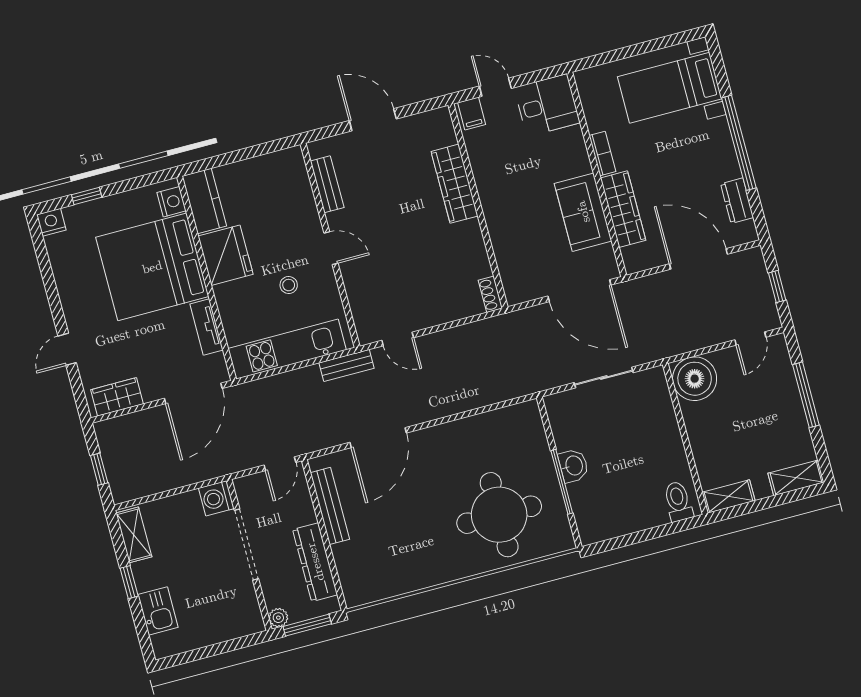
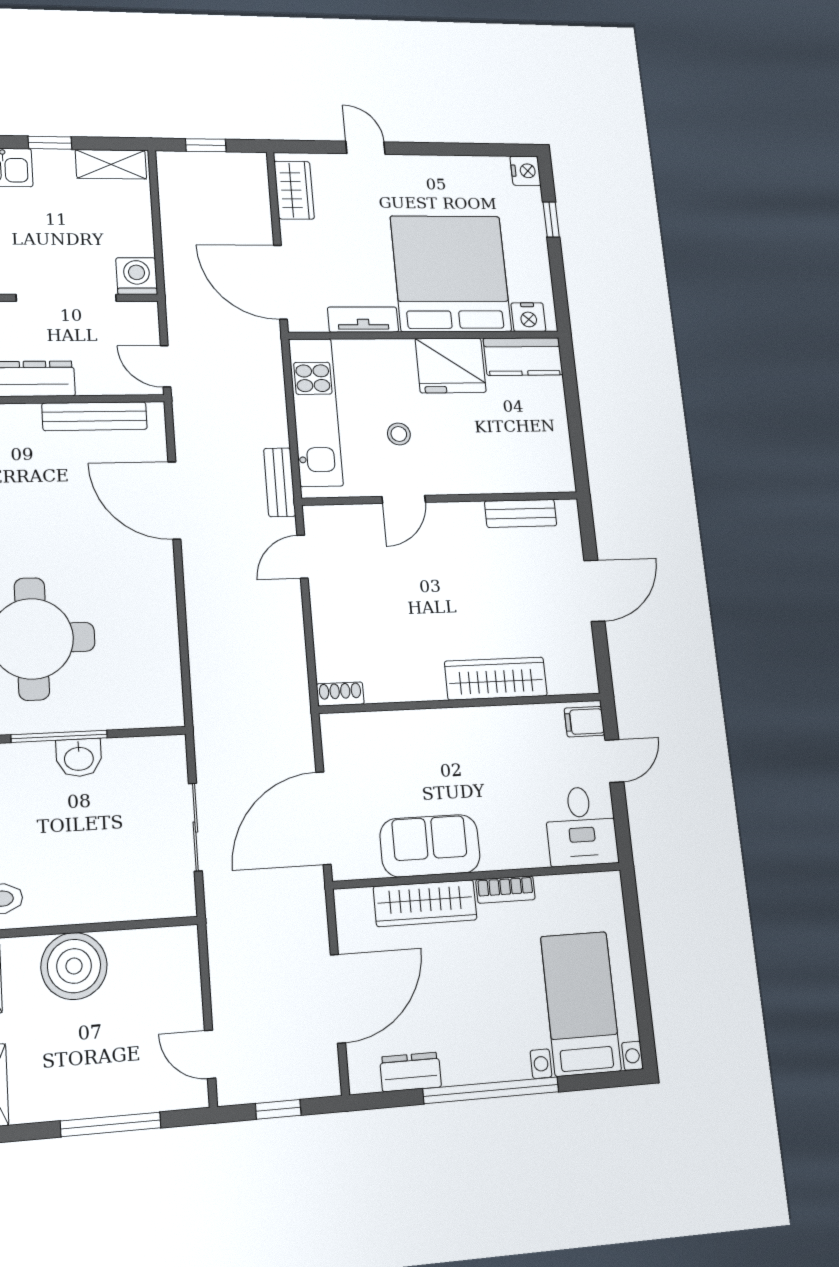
door: (331, 248) -> (404, 499), moved
boiler: (695, 379) -> (74, 966), moved

